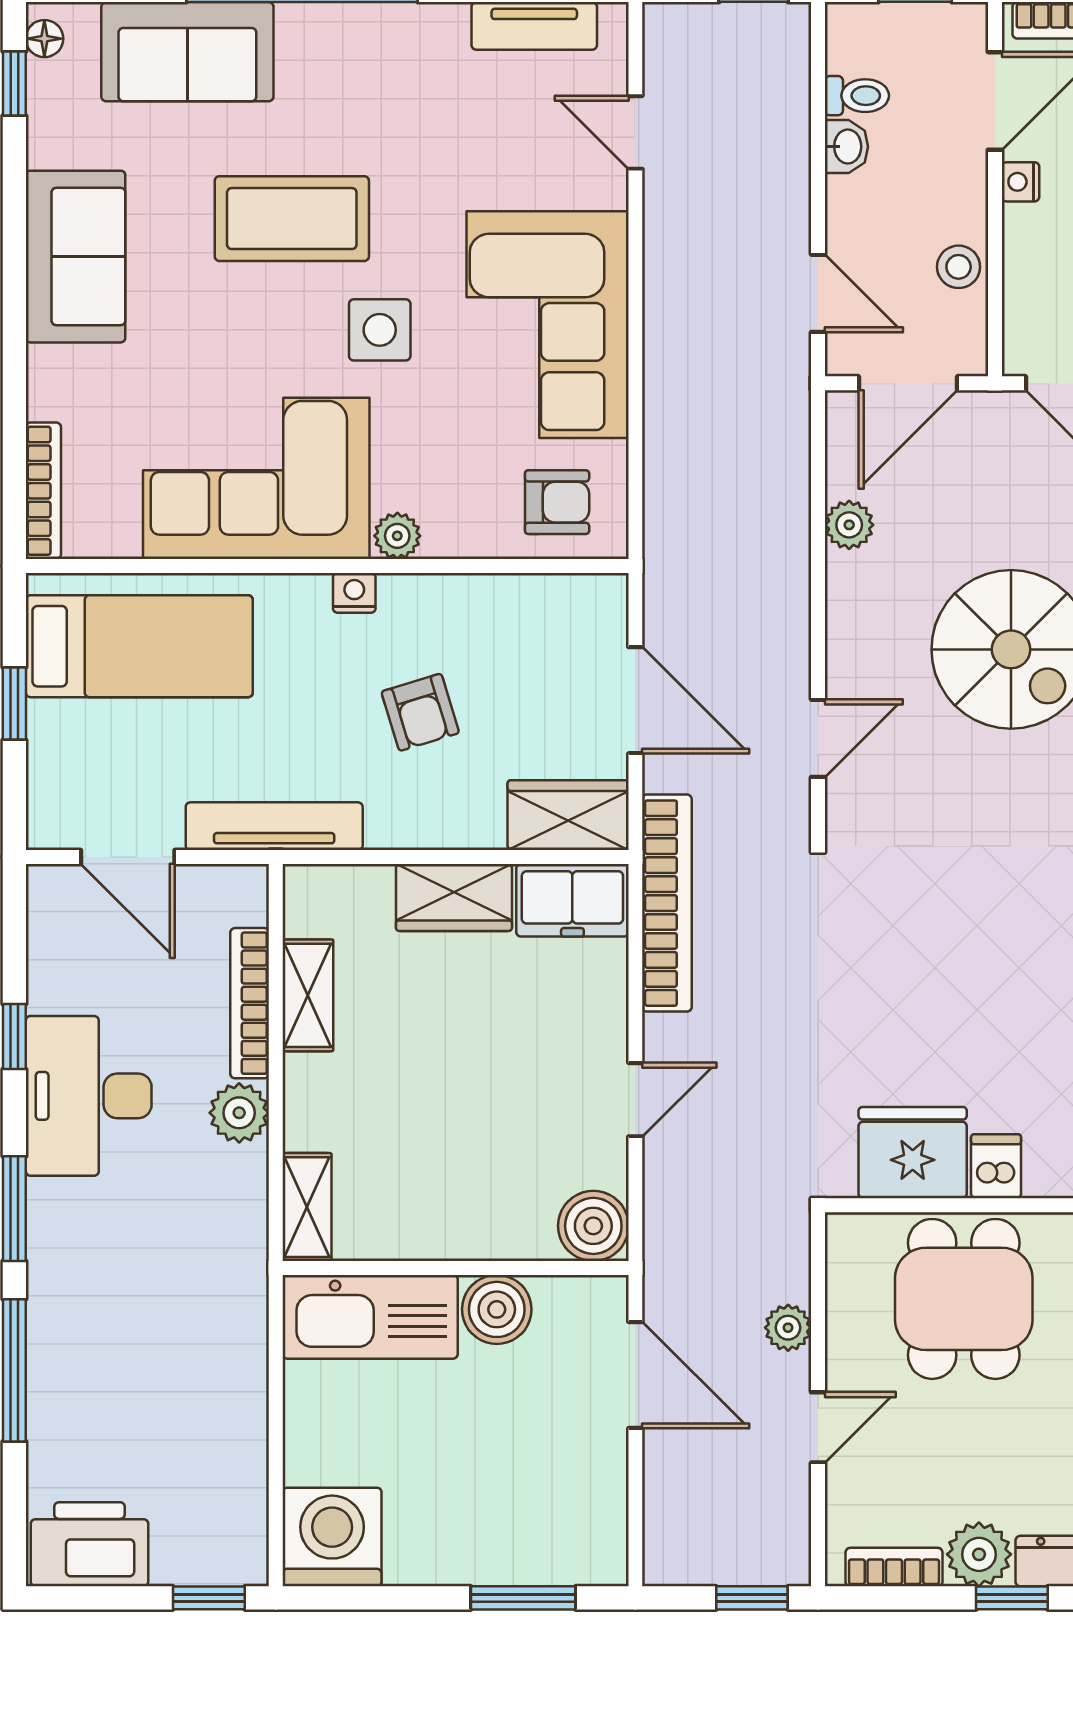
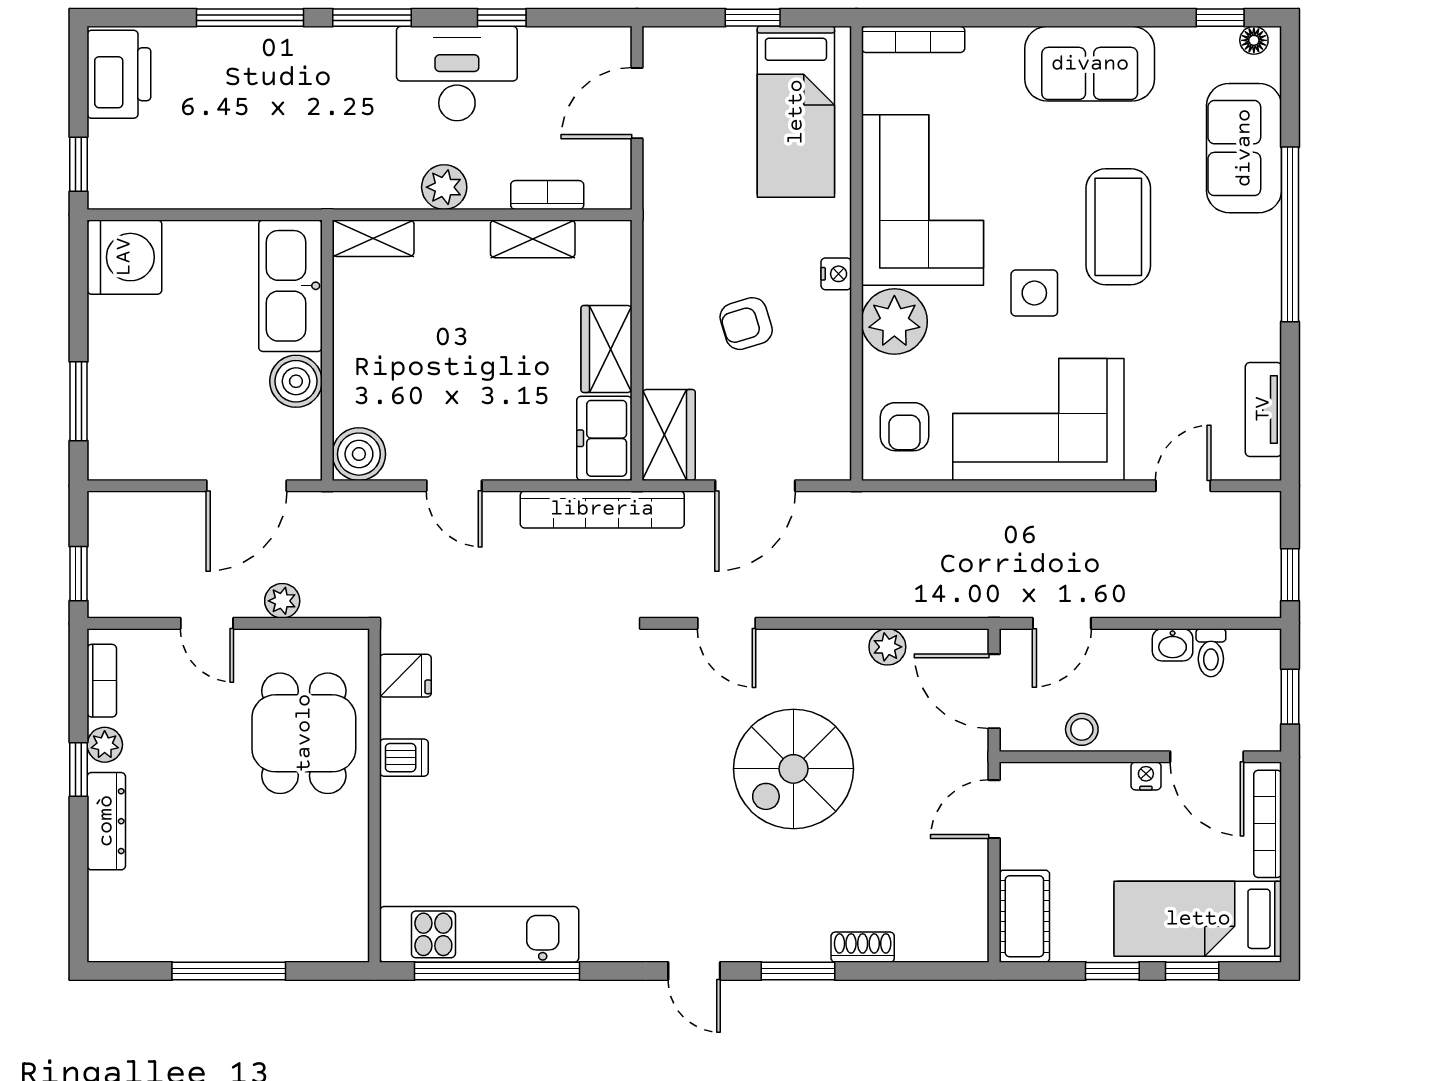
plant: (397, 536) -> (894, 322), width x1.87, depth x1.87
tv unit: (274, 826) -> (660, 213), removed
bookcase: (250, 1003) -> (547, 195), width x0.64
fridge: (913, 1153) -> (405, 676), width x0.53, depth x0.75
dining table: (964, 1299) -> (304, 733), turned 90
plant: (979, 1554) -> (105, 745), width x0.73, depth x0.73

